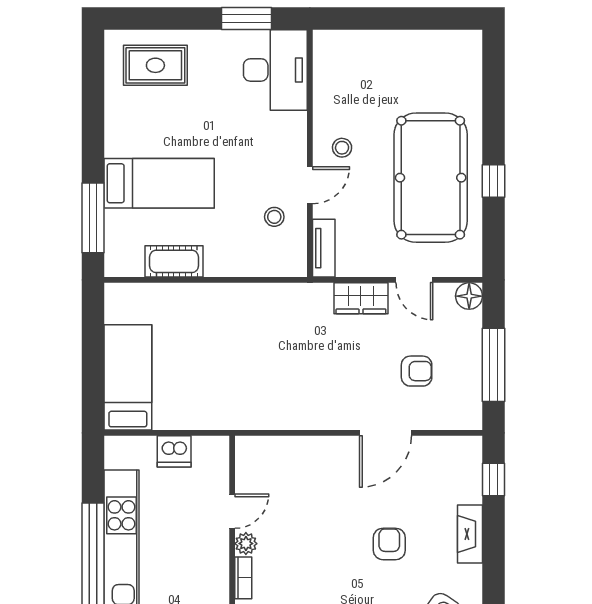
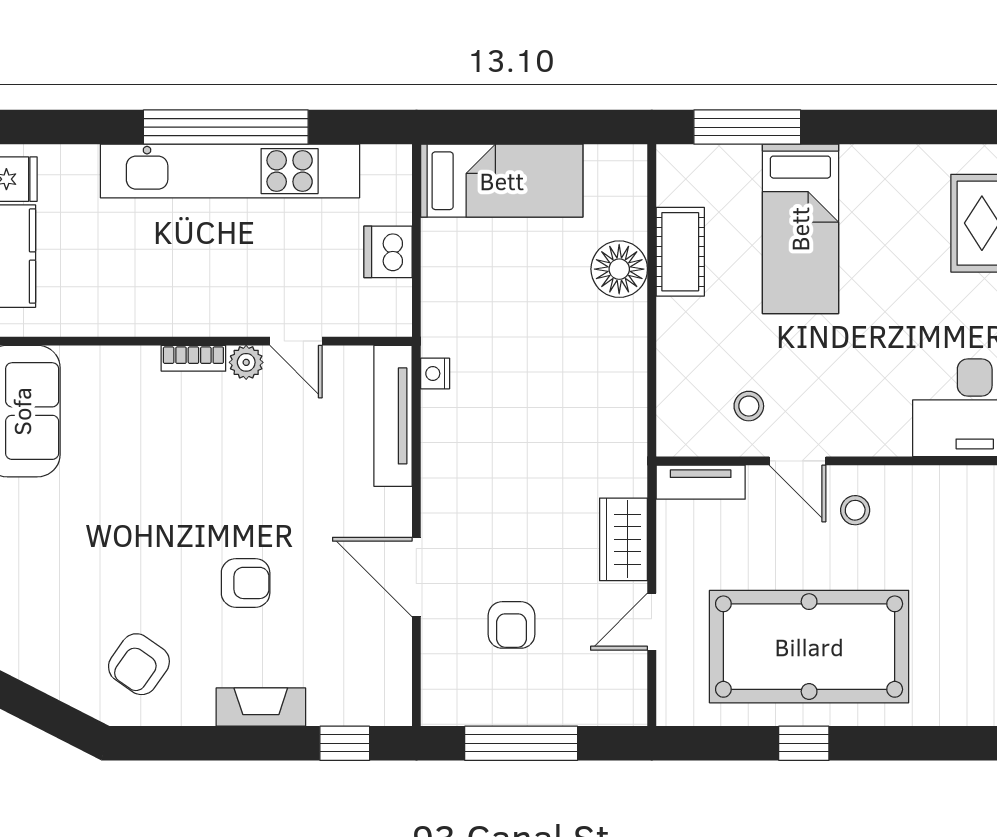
floor lamp: (469, 296) -> (619, 269), moved, width x1.38, depth x1.38
nightstand: (253, 421) -> (435, 374), added
tv unit: (281, 448) -> (393, 416), added

